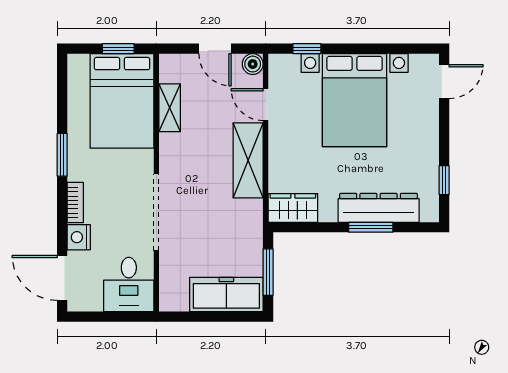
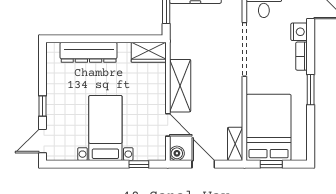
bed with nightstands: (355, 100) -> (105, 128), width x0.73
shelving: (170, 108) -> (235, 144), moved
window: (444, 180) -> (43, 106), moved
window: (371, 227) -> (94, 39), removed

